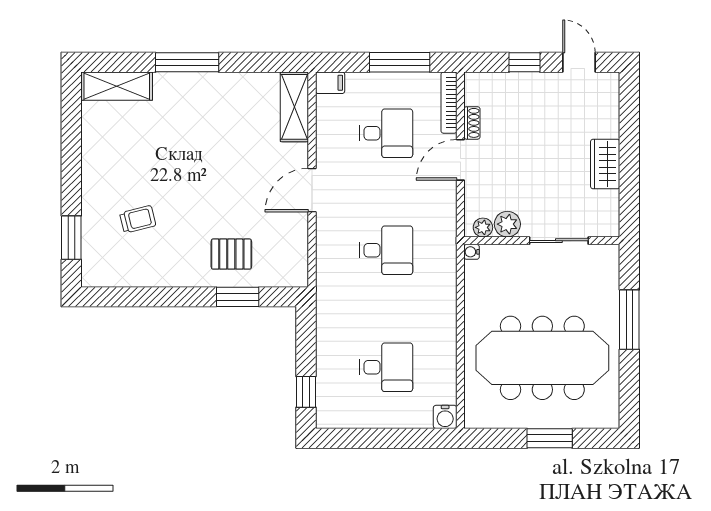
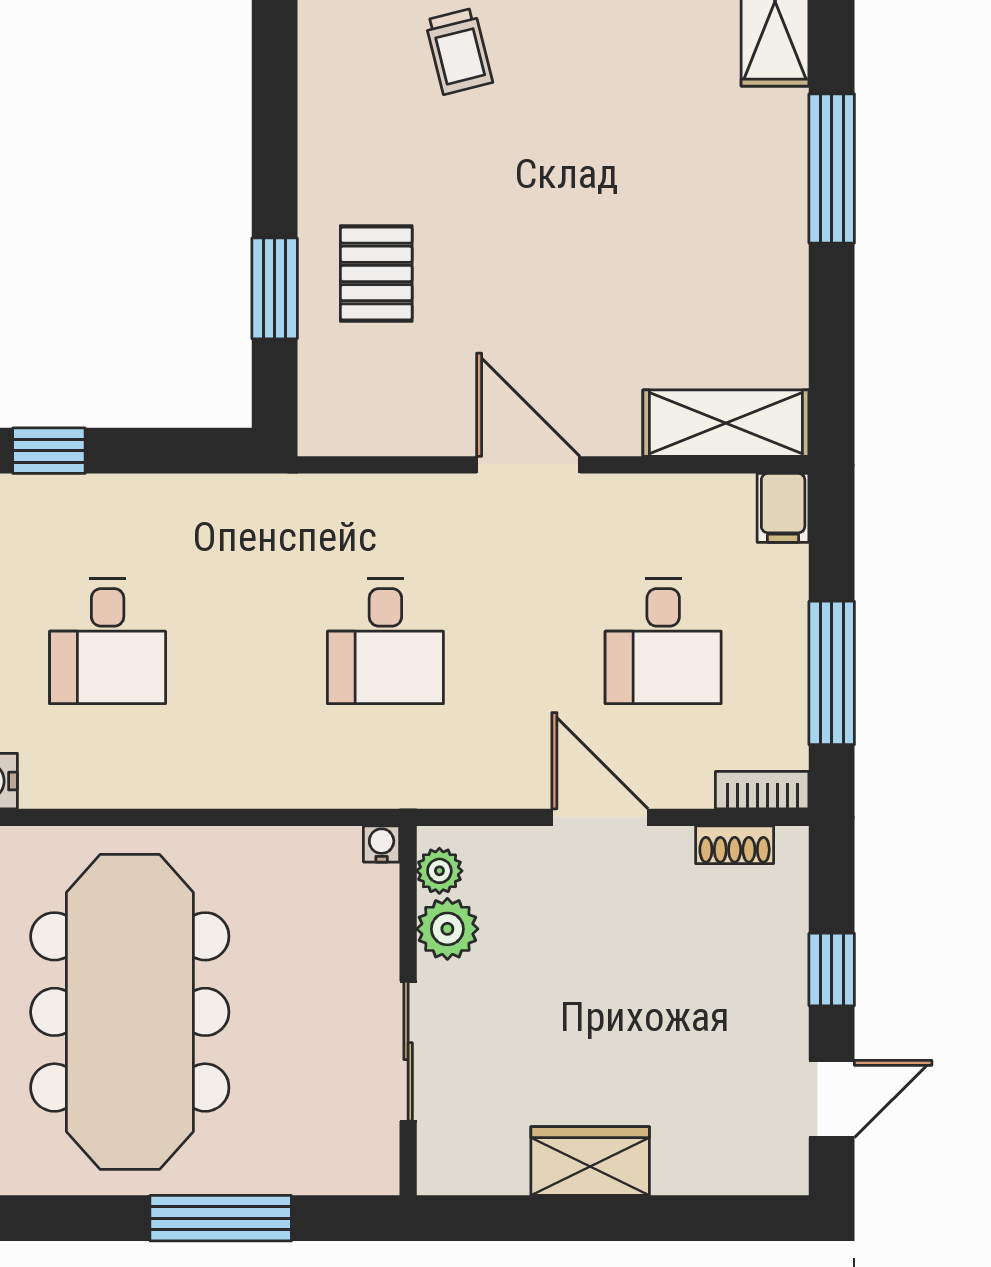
bookcase: (449, 103) -> (762, 790), width x0.64
shoe rack: (472, 123) -> (735, 845), moved

